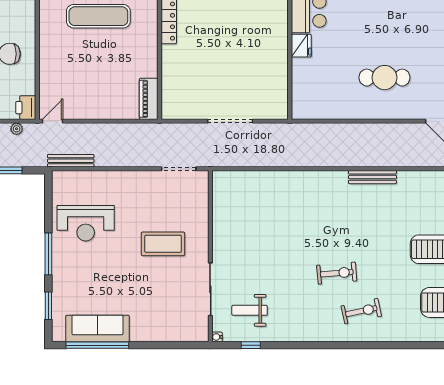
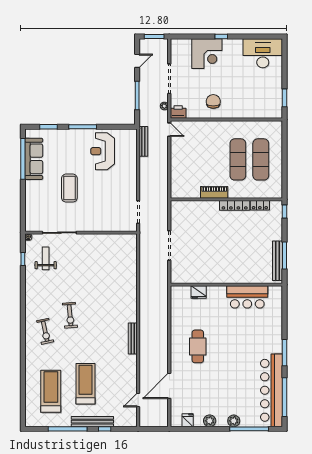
fridge: (301, 46) -> (199, 292), moved
piano: (149, 99) -> (214, 192), moved
coffee table: (163, 244) -> (69, 188), moved

